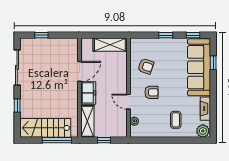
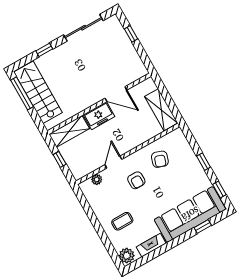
window: (57, 140) -> (22, 93), moved

